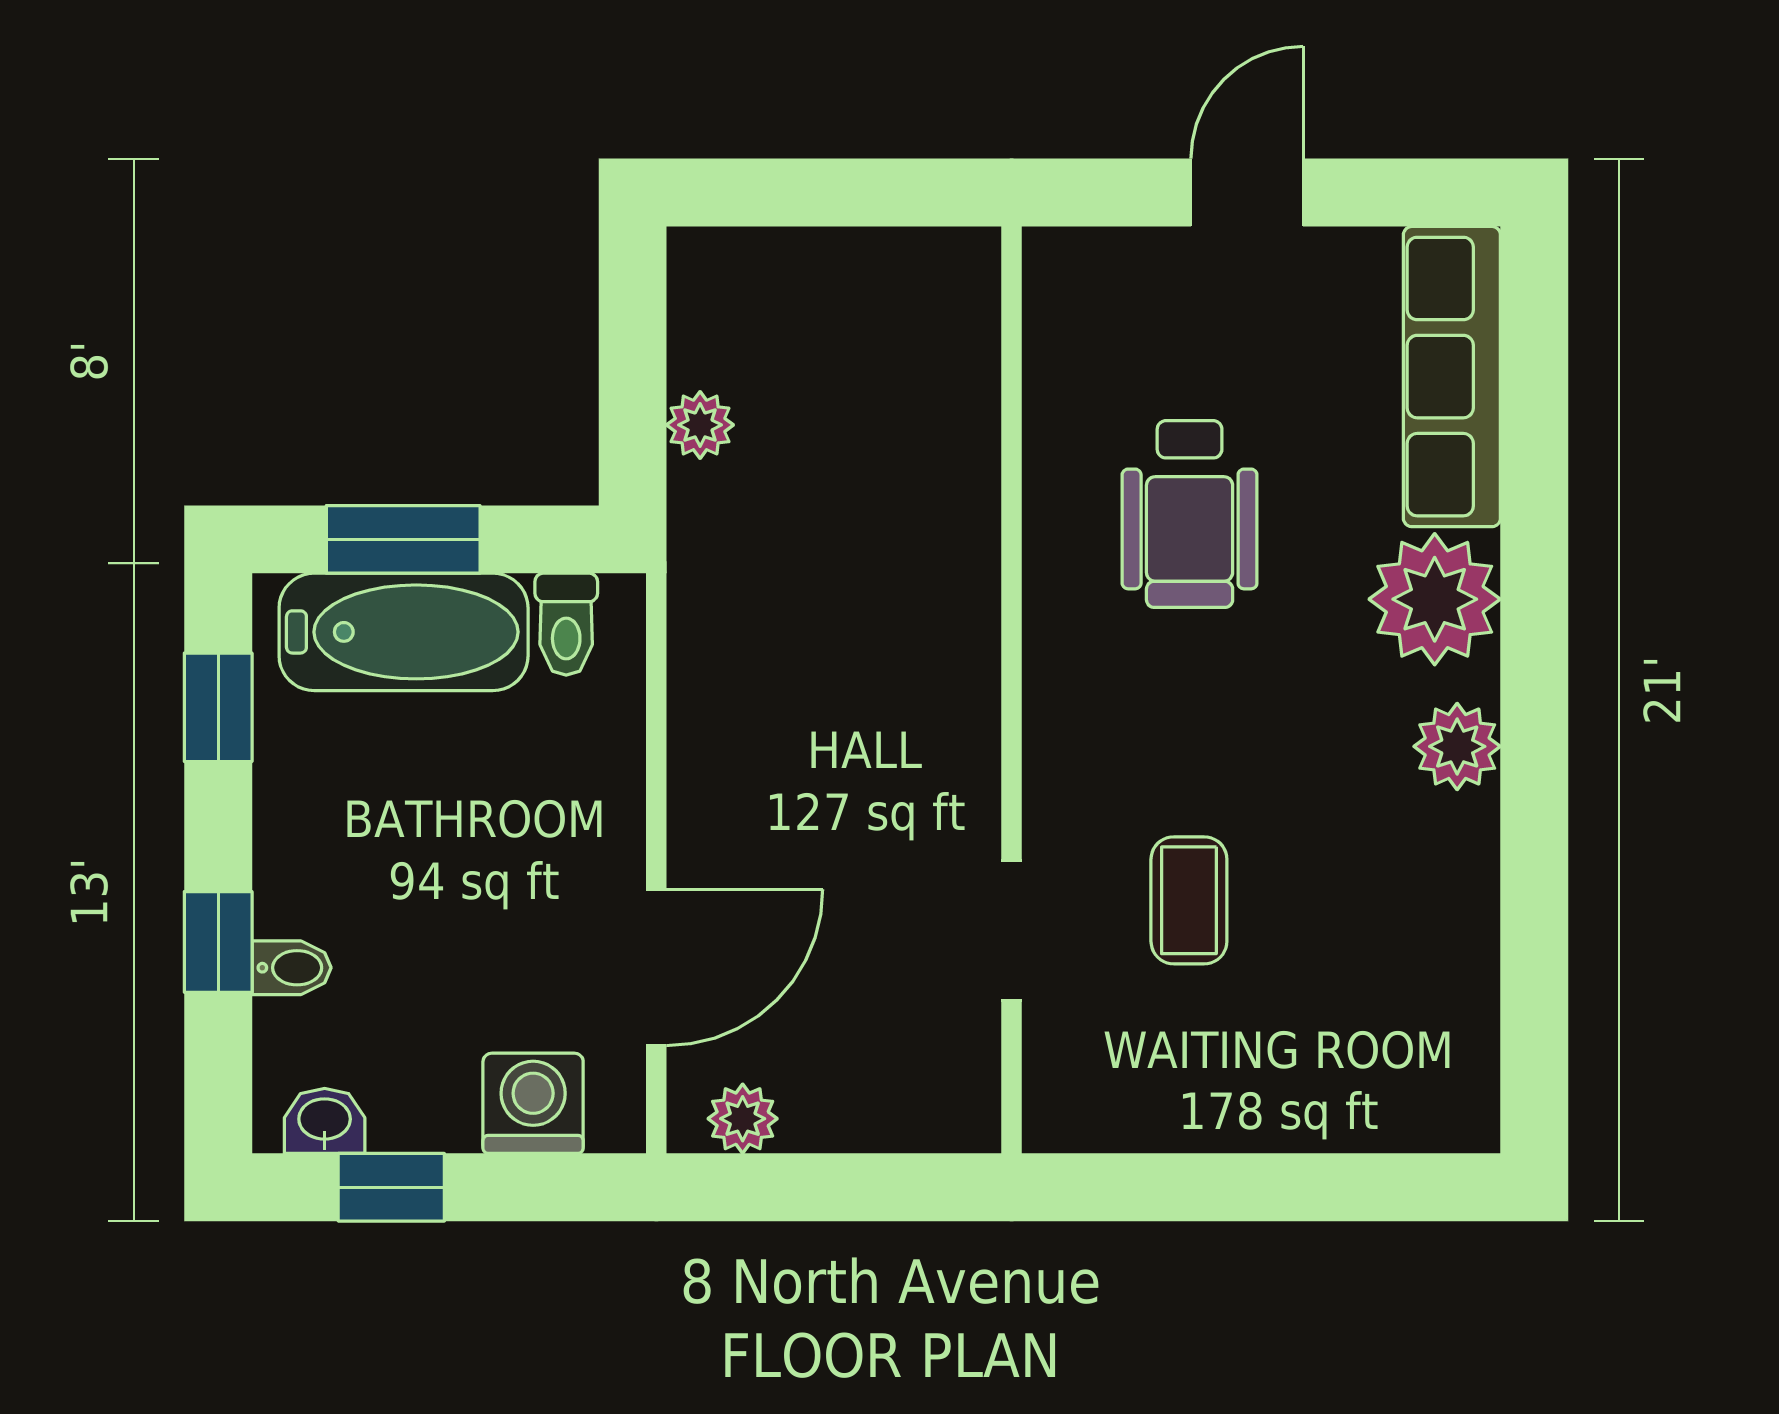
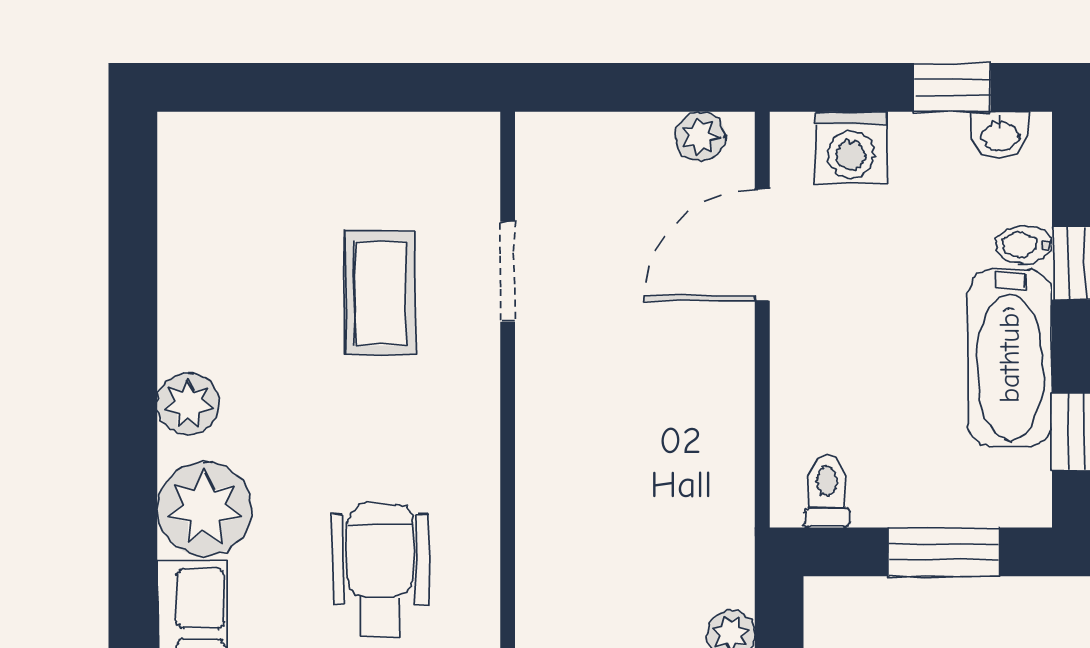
bathtub: (404, 632) -> (1010, 358), moved, turned -90
coffee table: (1189, 900) -> (380, 293), width x1.36, depth x1.30

